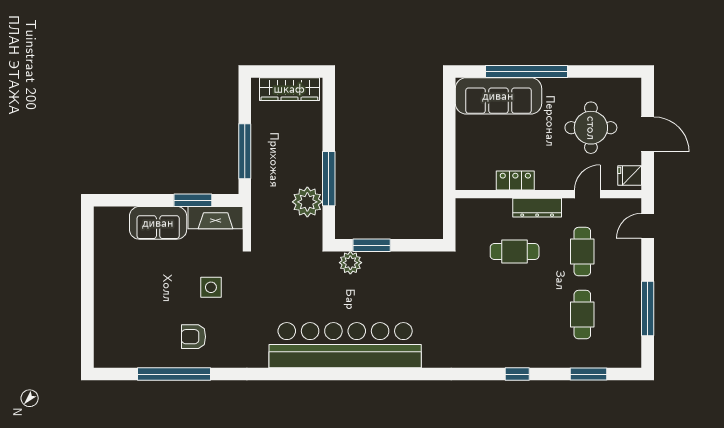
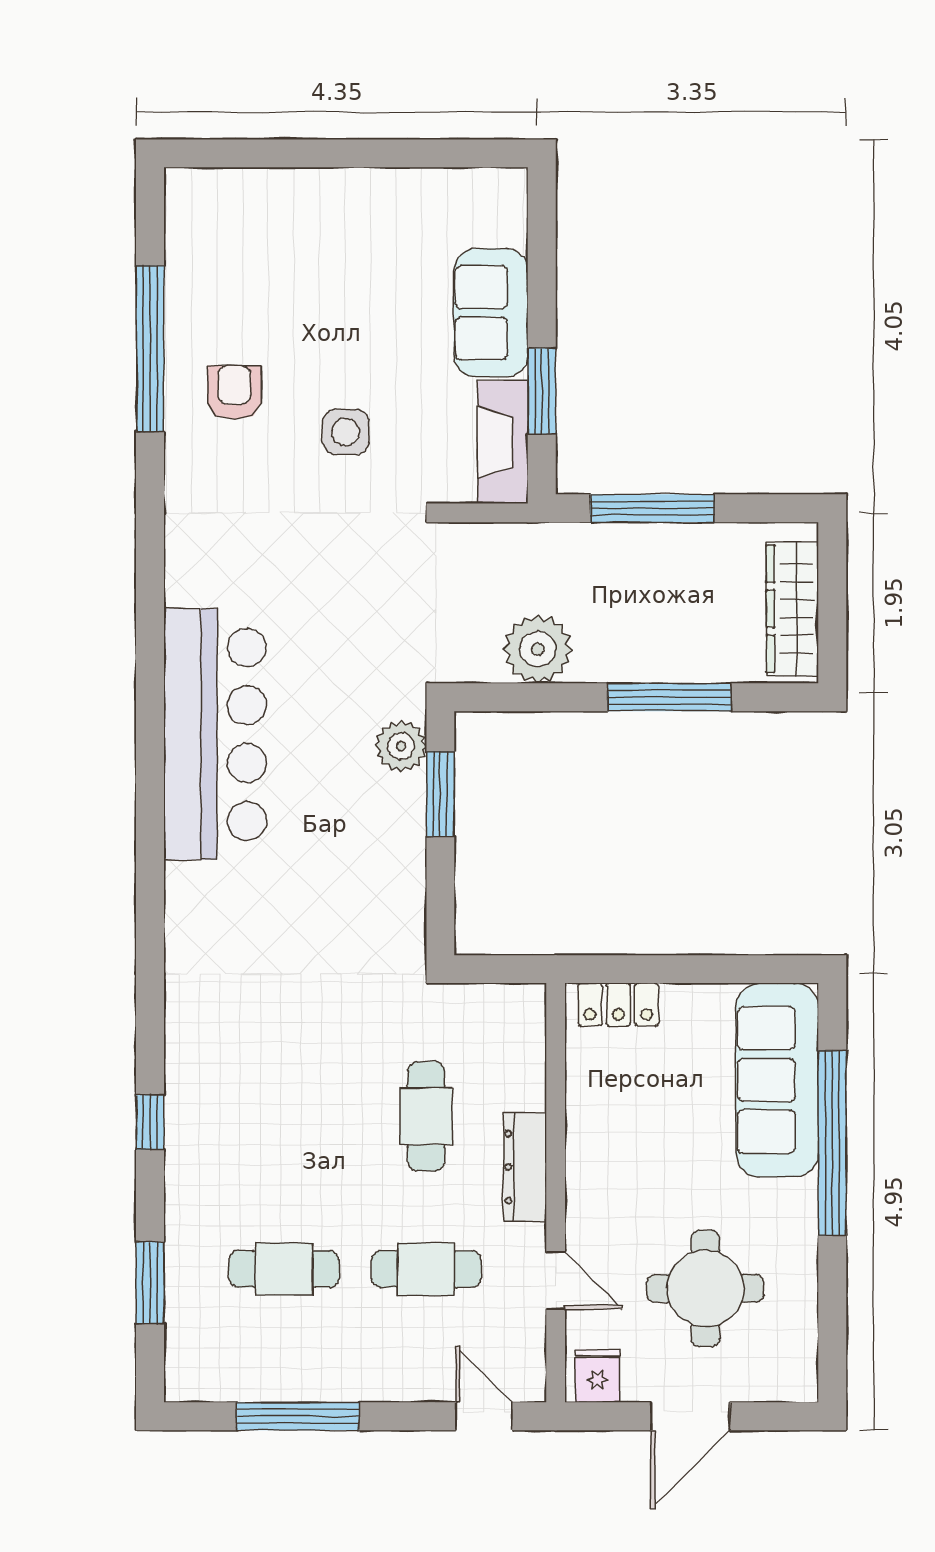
window: (329, 179) -> (669, 697), moved
locker: (515, 180) -> (618, 1004), moved, turned 90
bar counter: (345, 345) -> (215, 734), width x0.73

